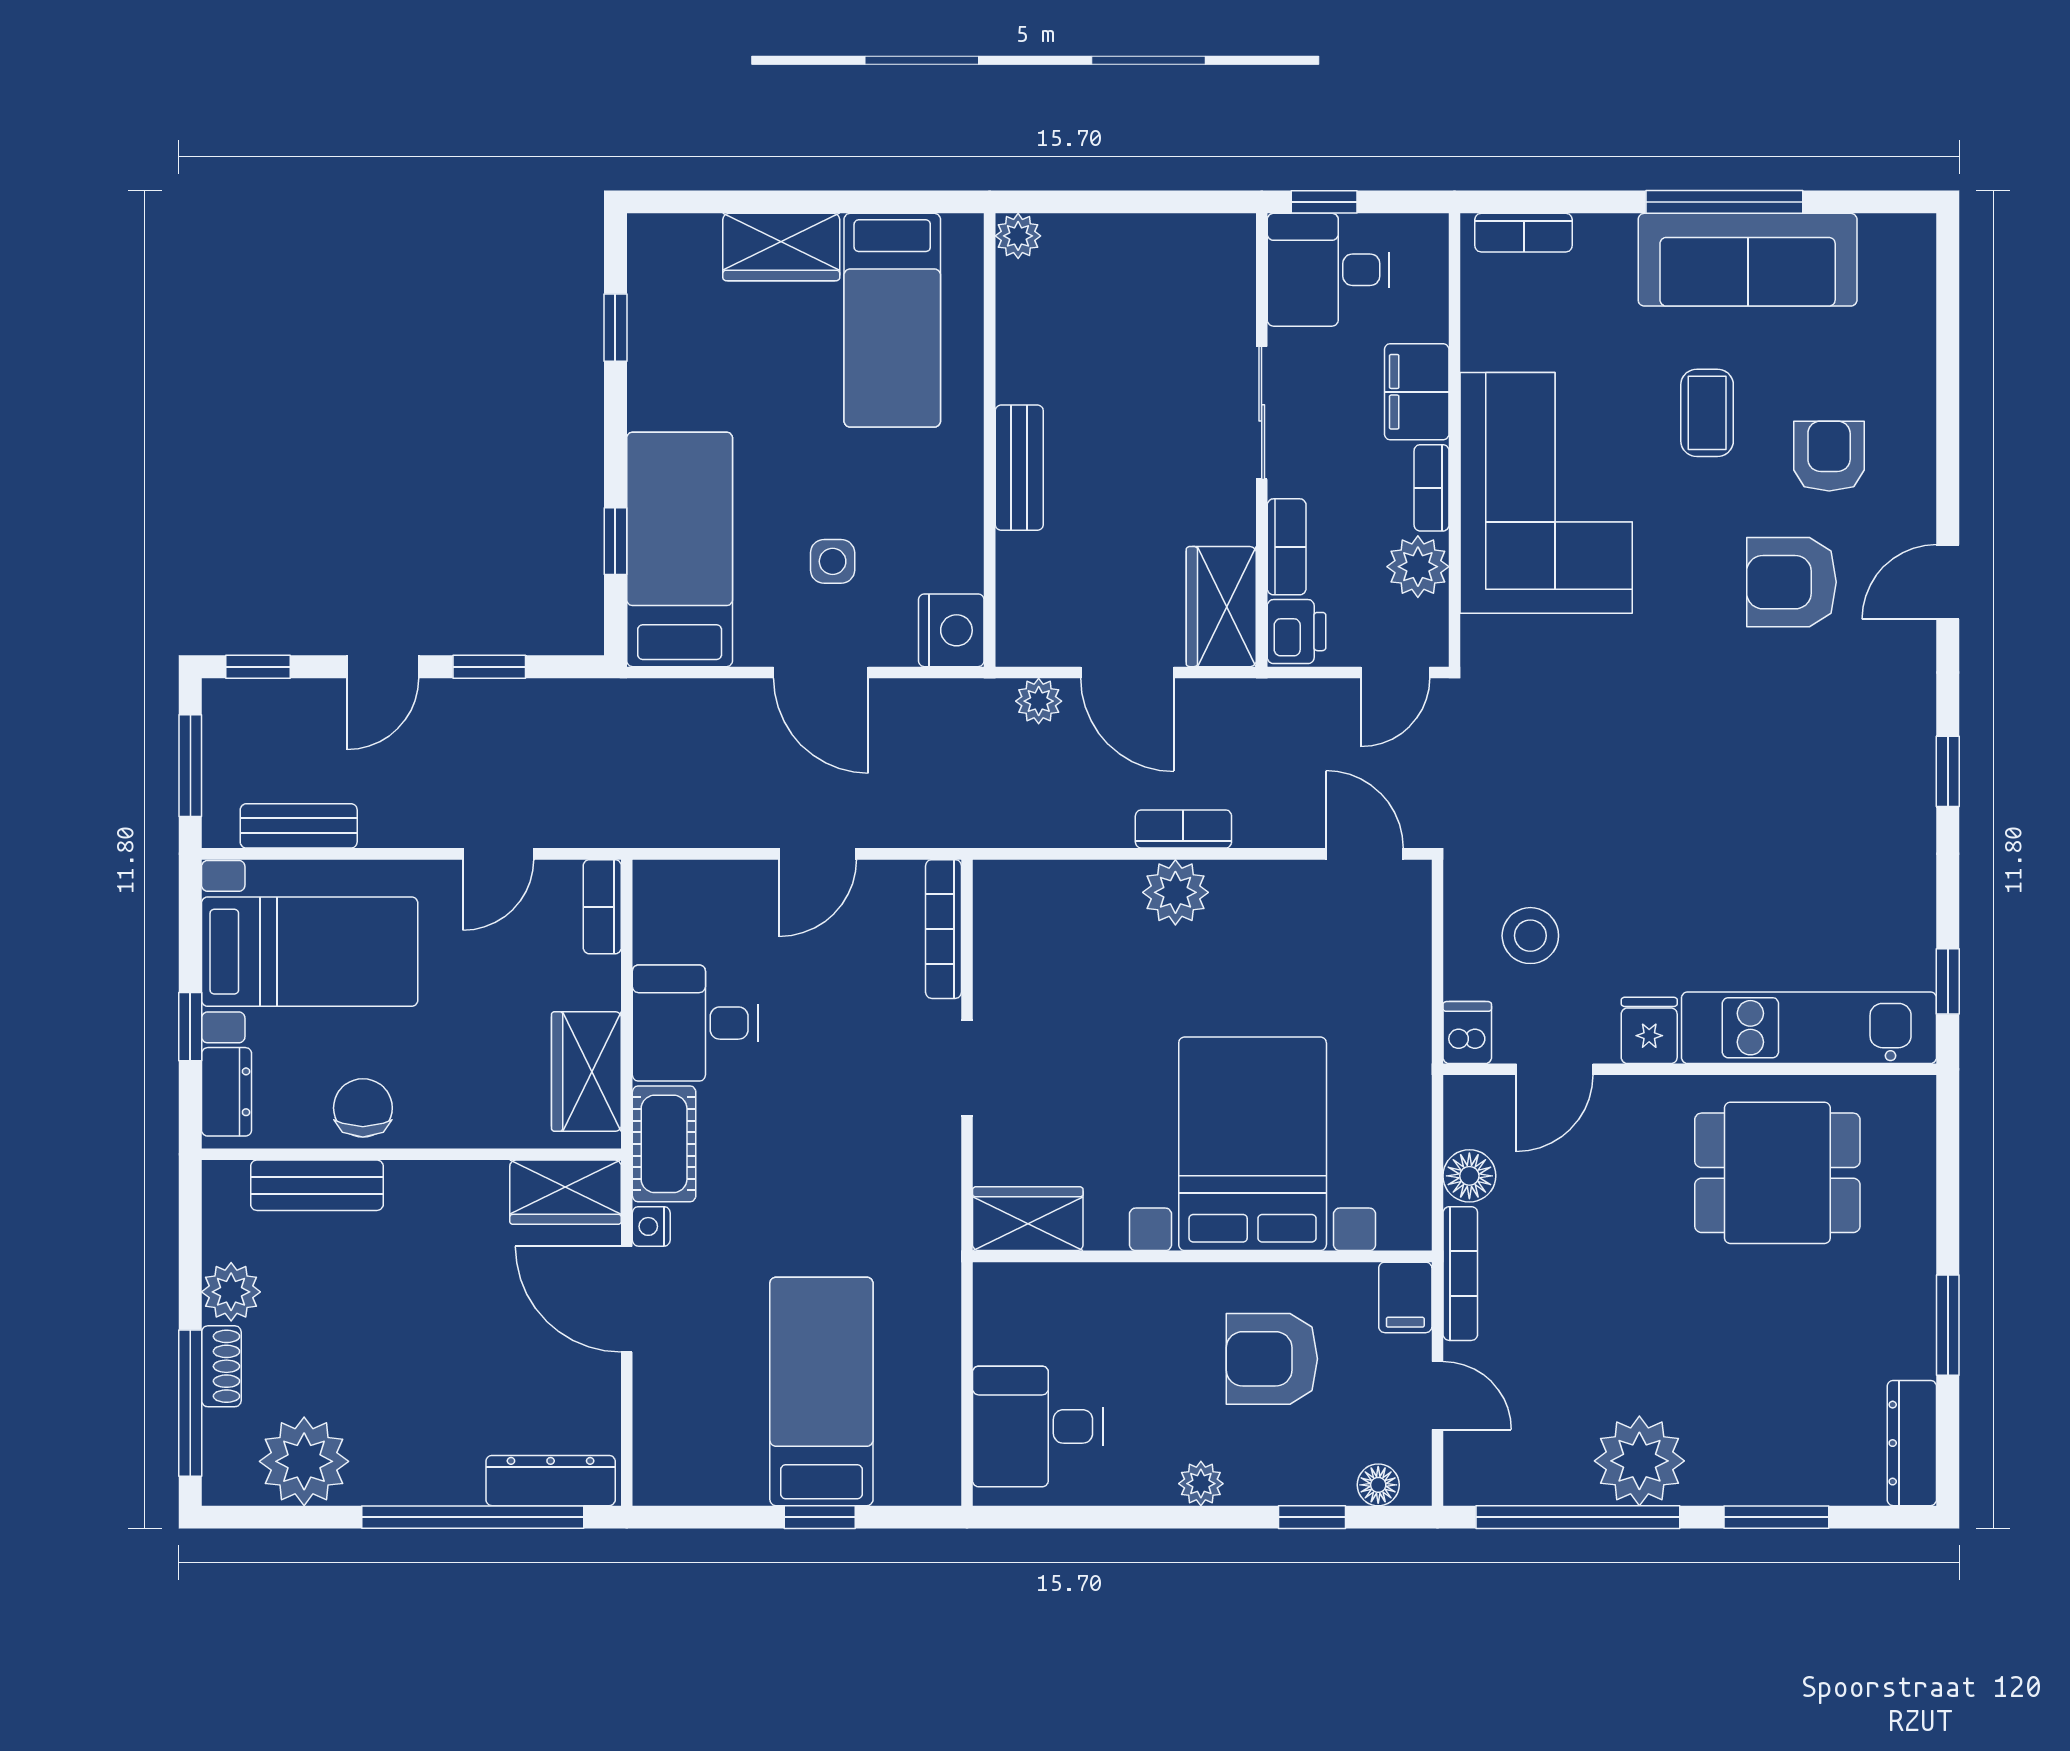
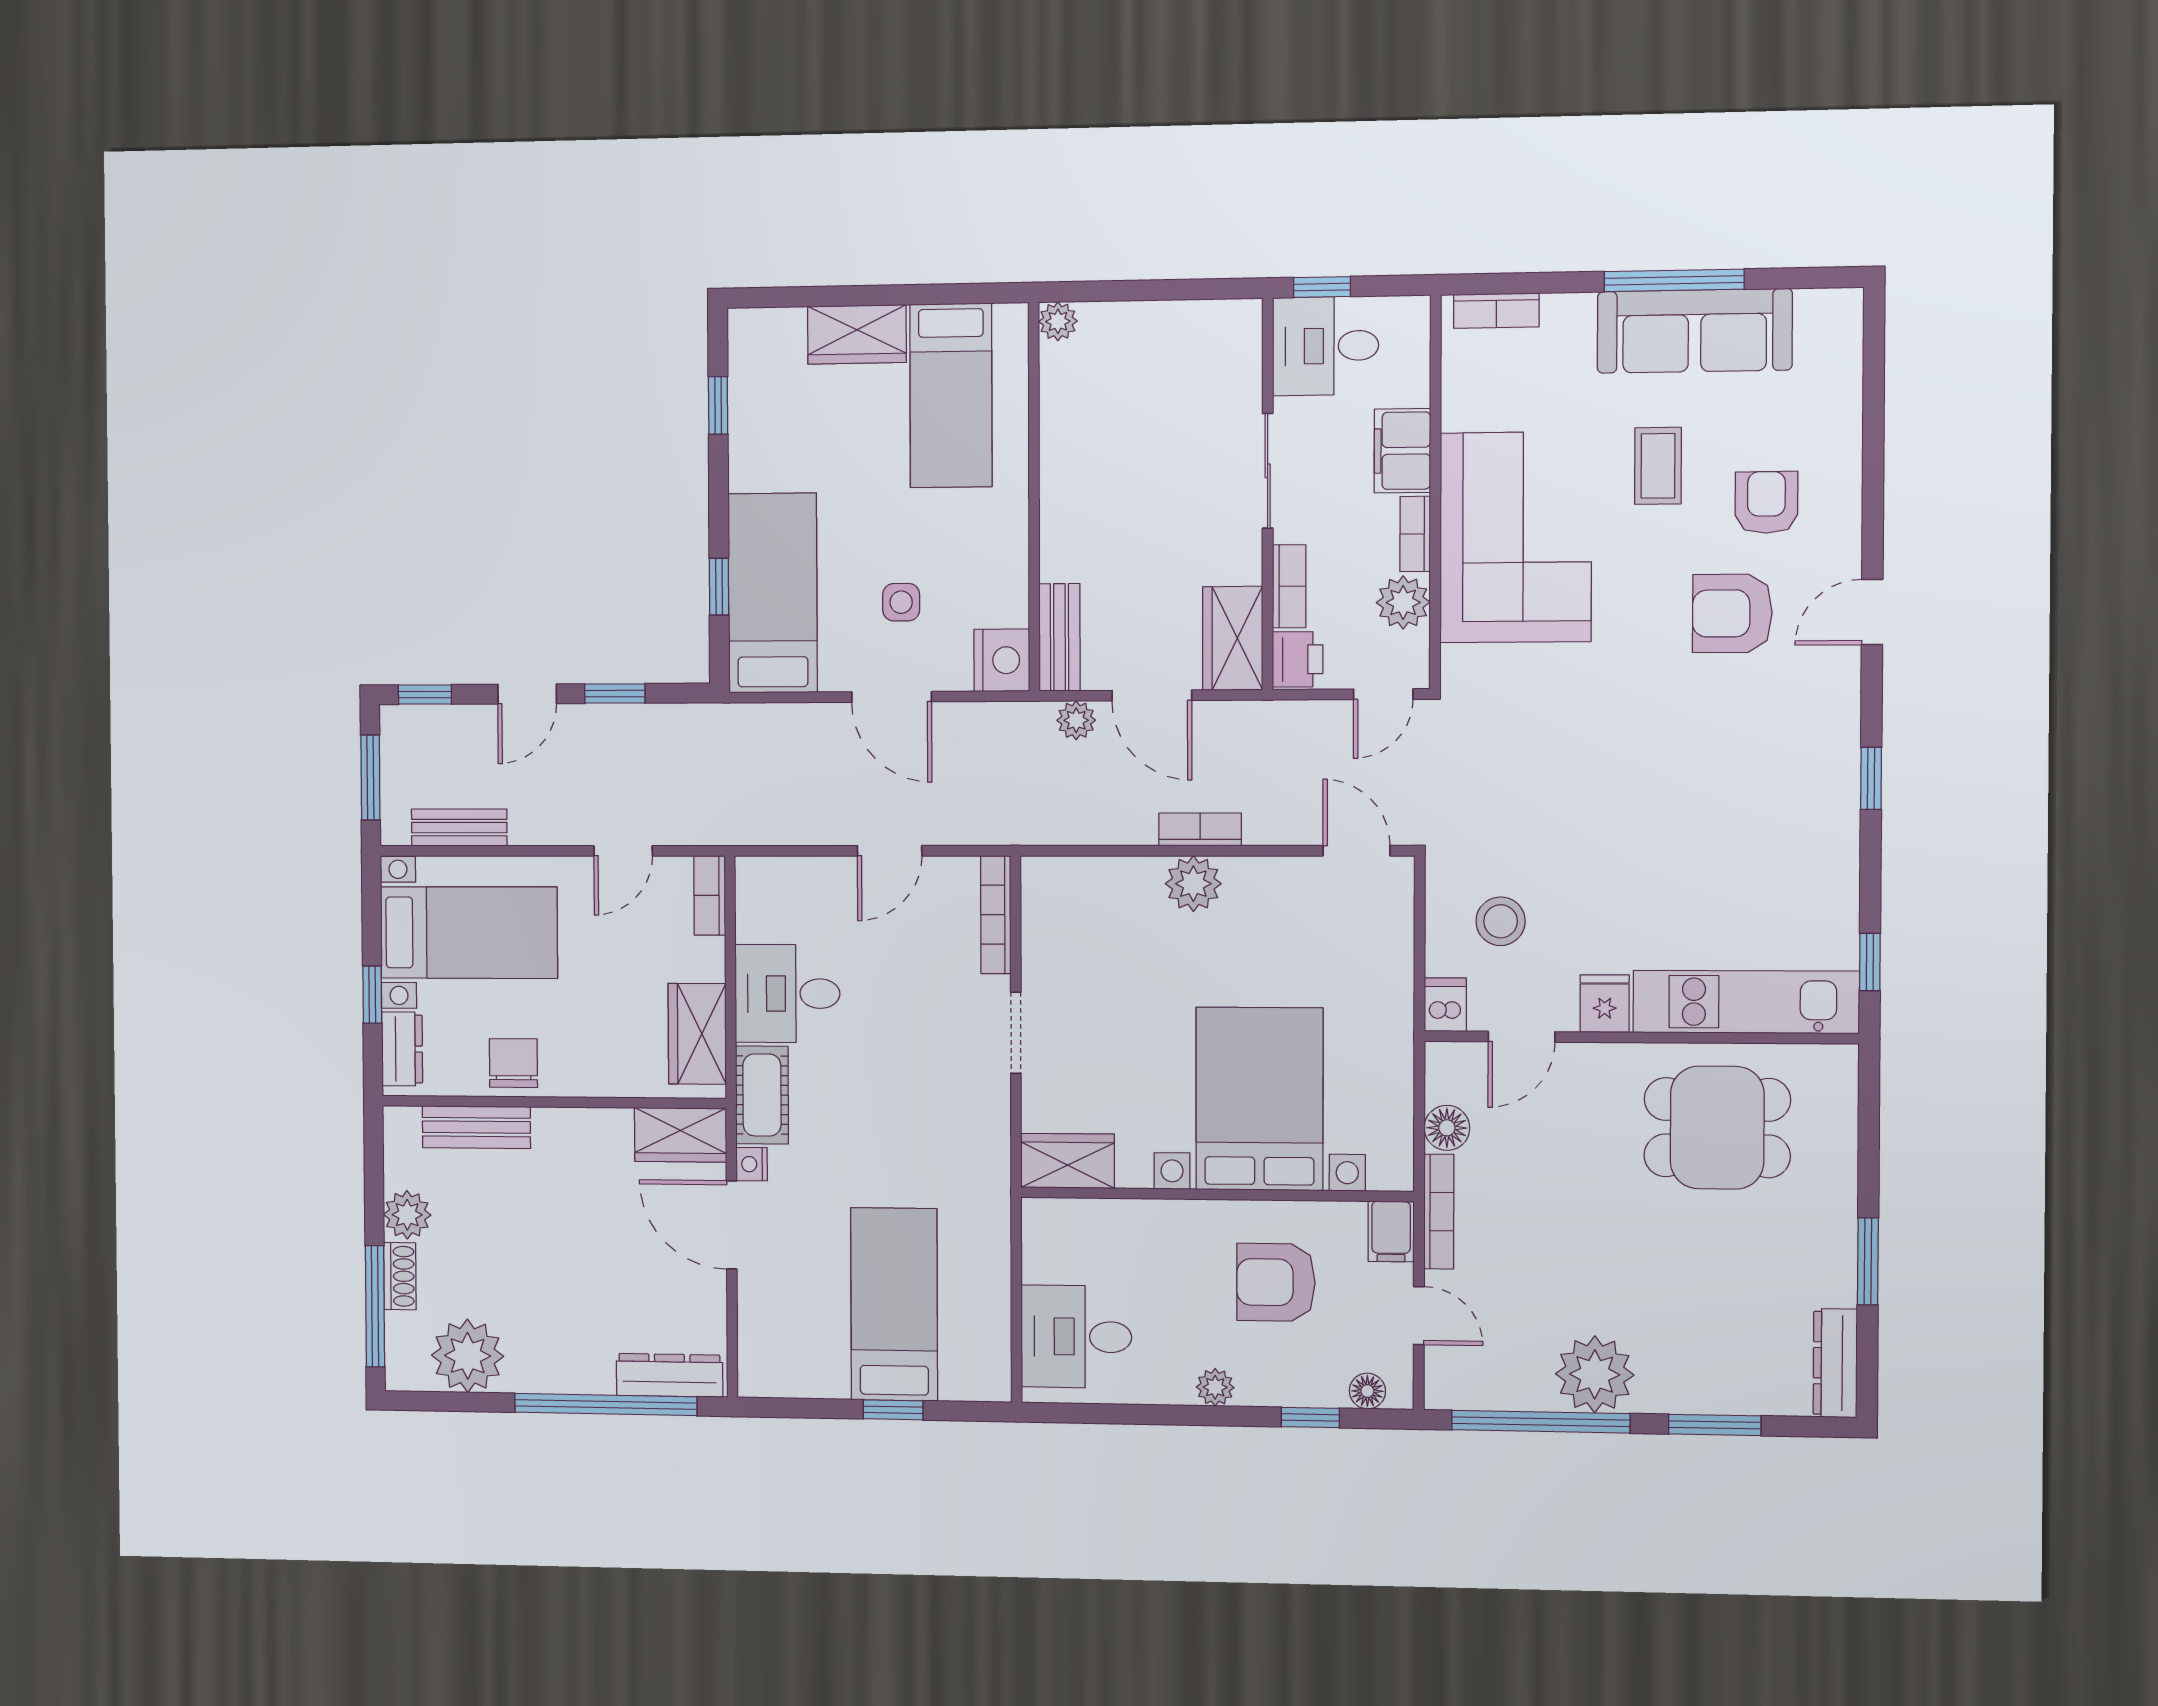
bench: (1019, 468) -> (1059, 637), moved

